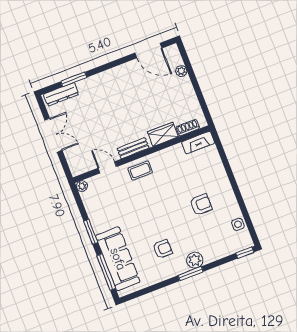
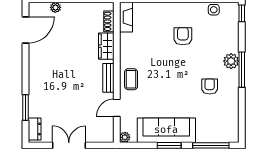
dresser: (61, 94) -> (35, 129), width x0.70
sofa: (118, 259) -> (166, 130), moved
window: (191, 274) -> (242, 70), width x1.44

